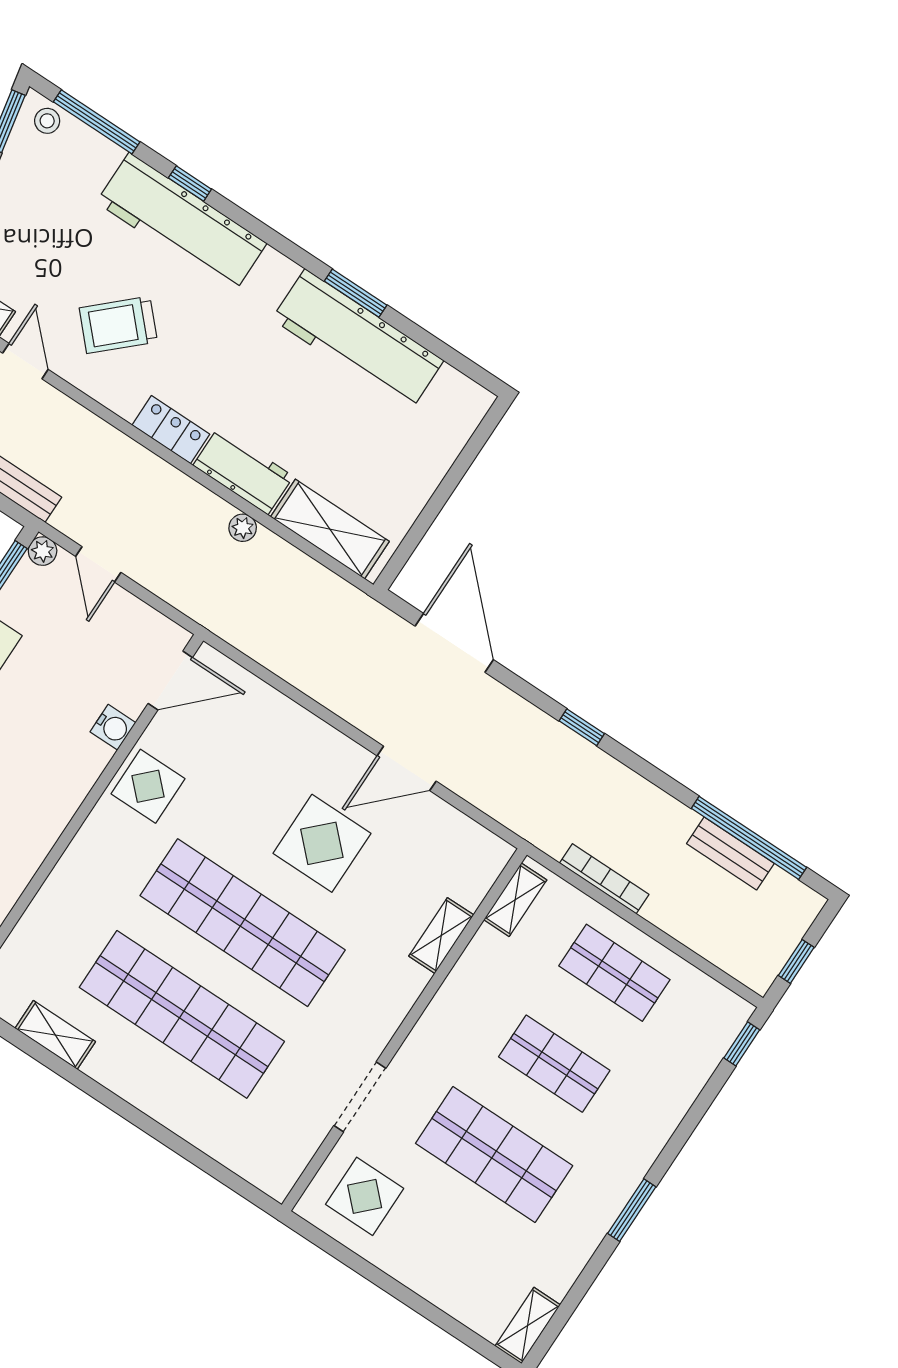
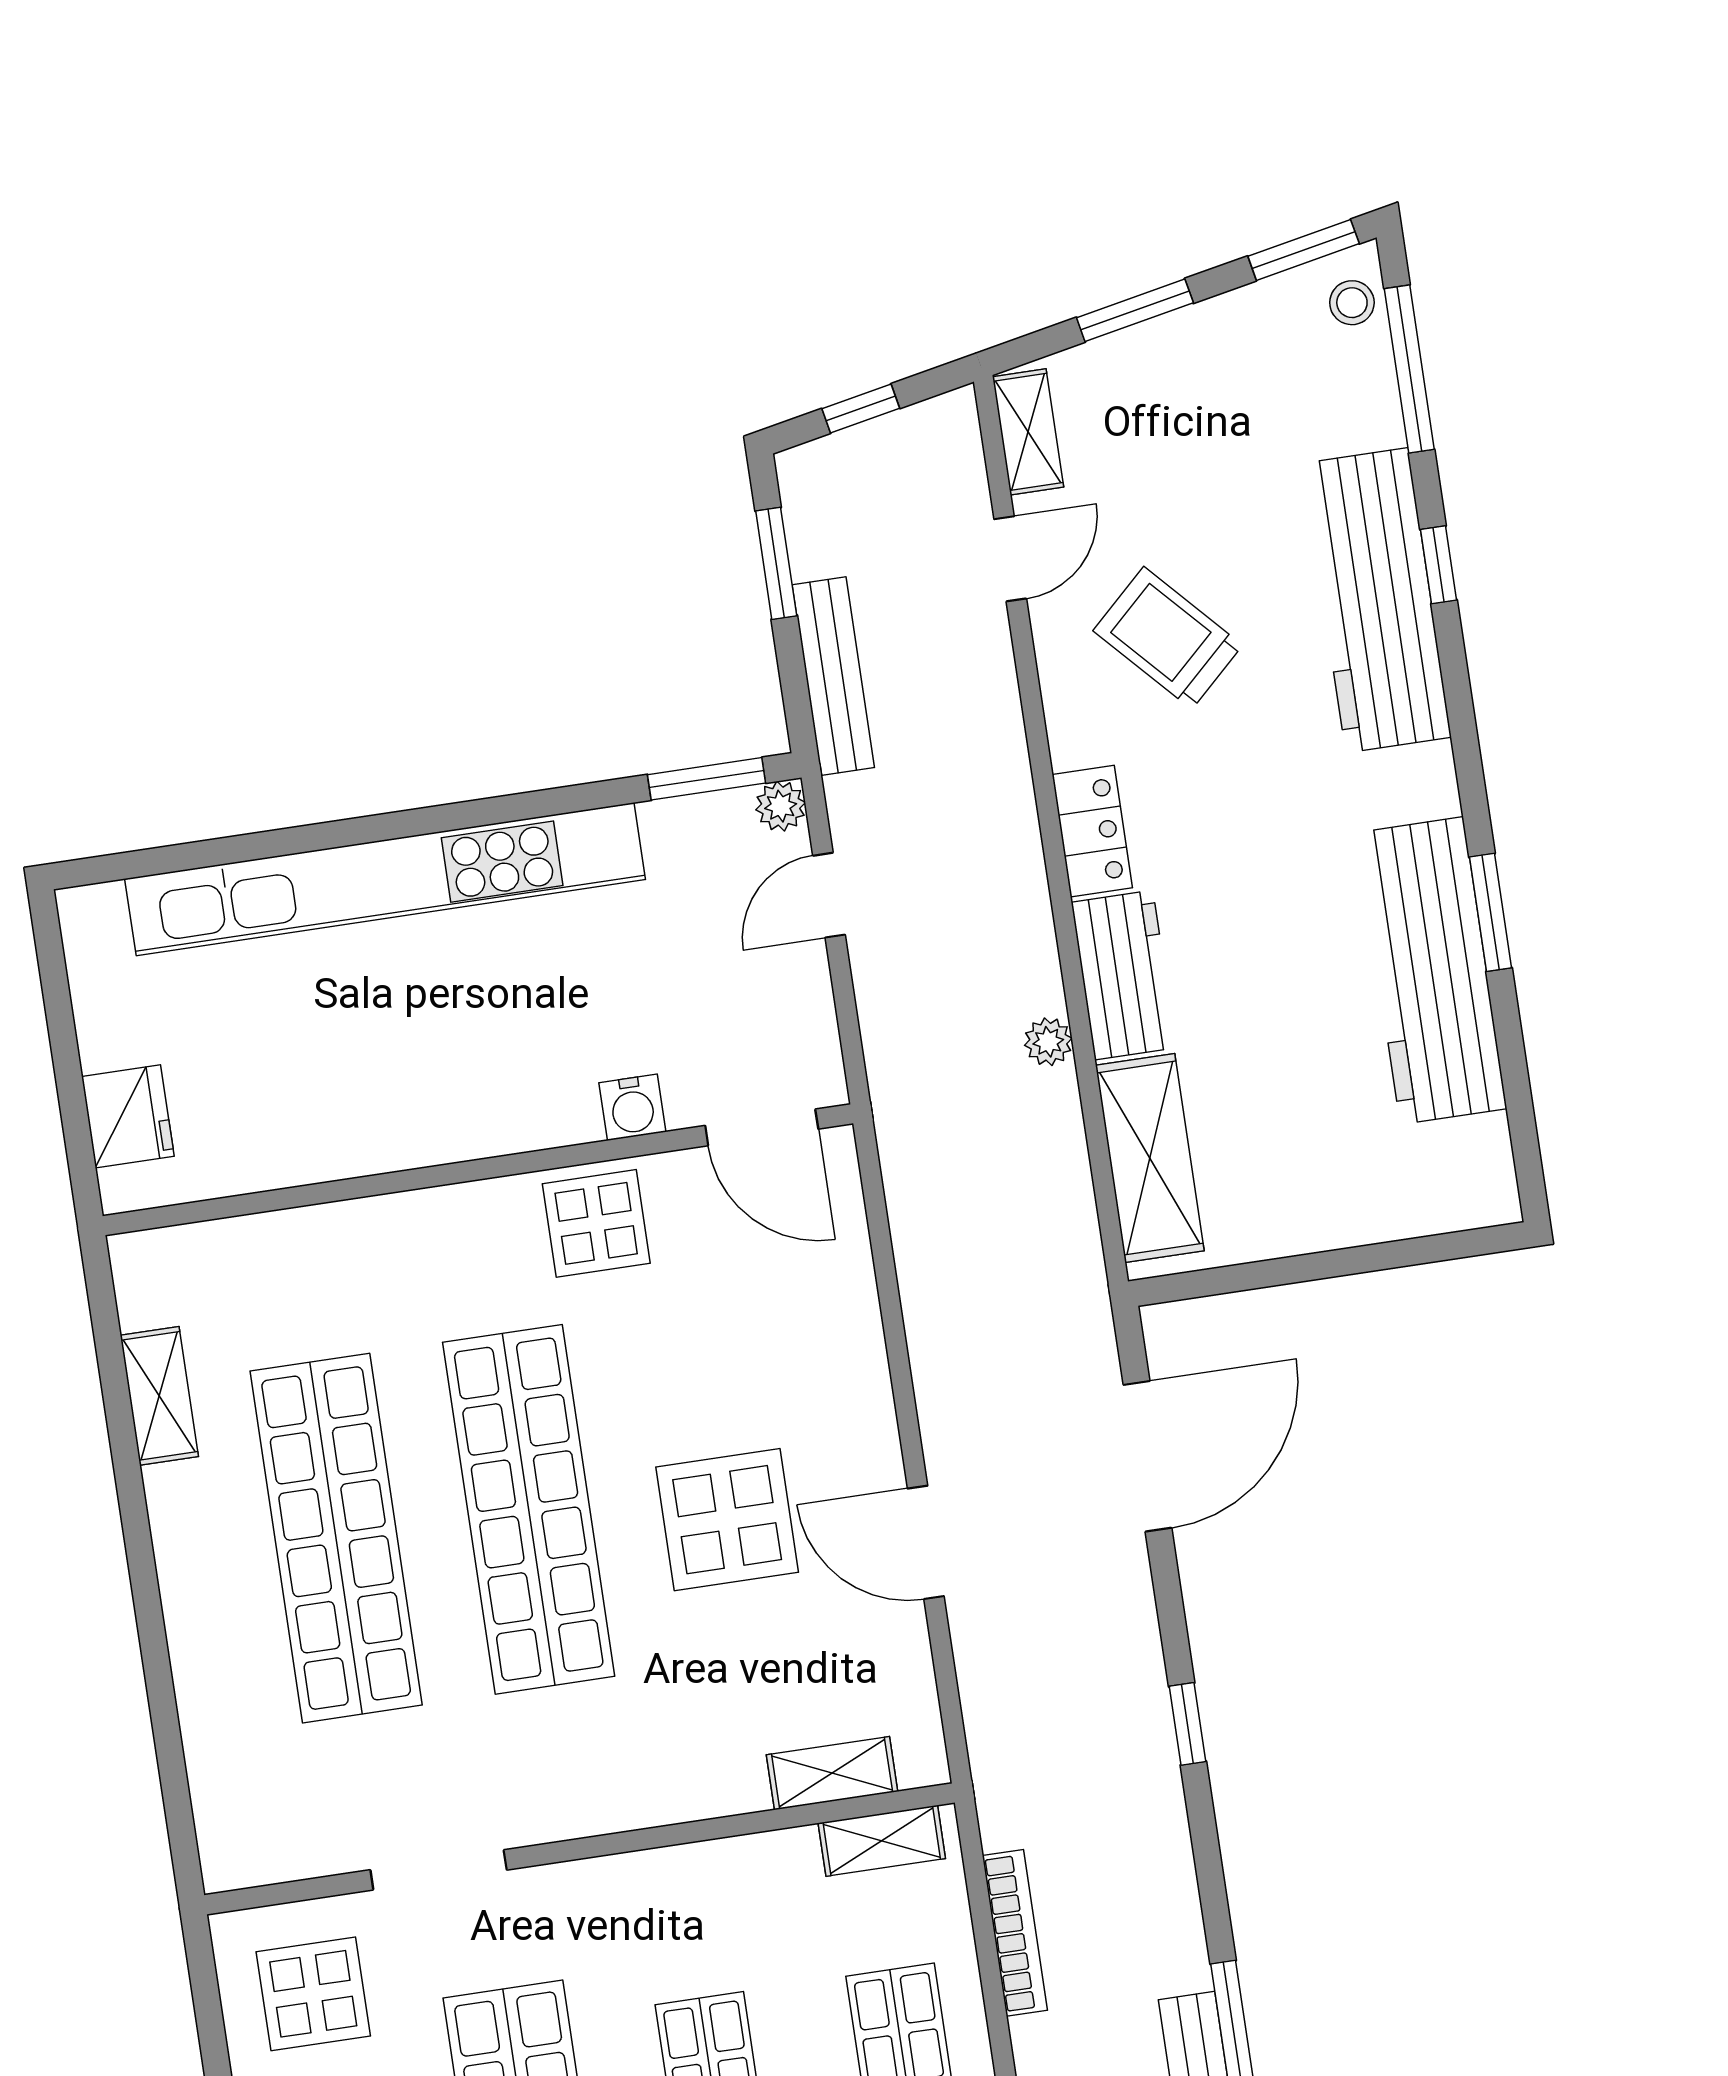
shelving: (441, 936) -> (832, 1773), moved

